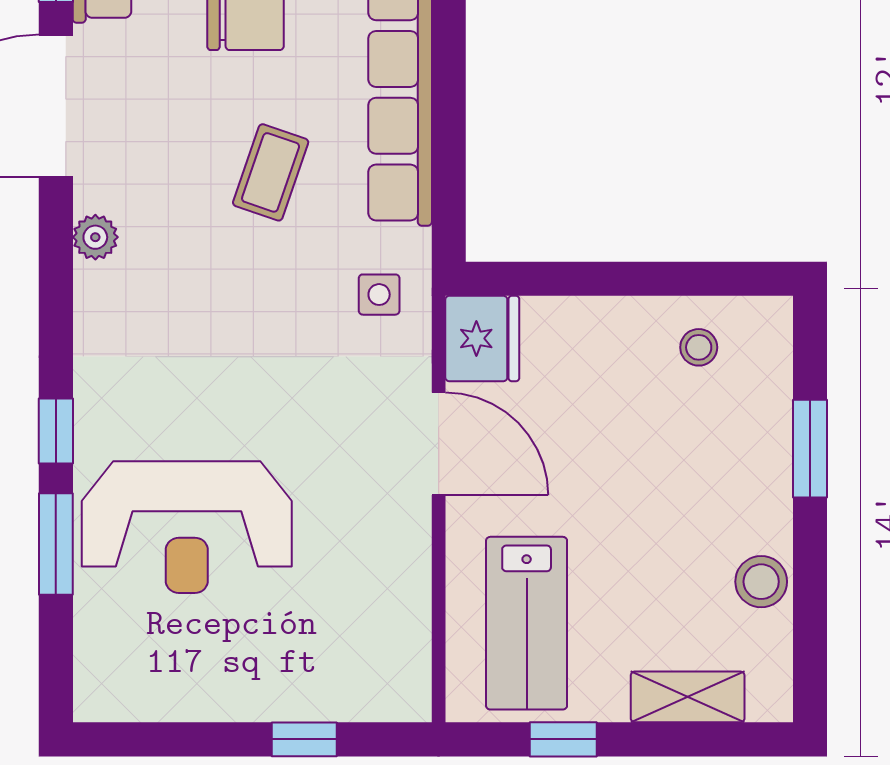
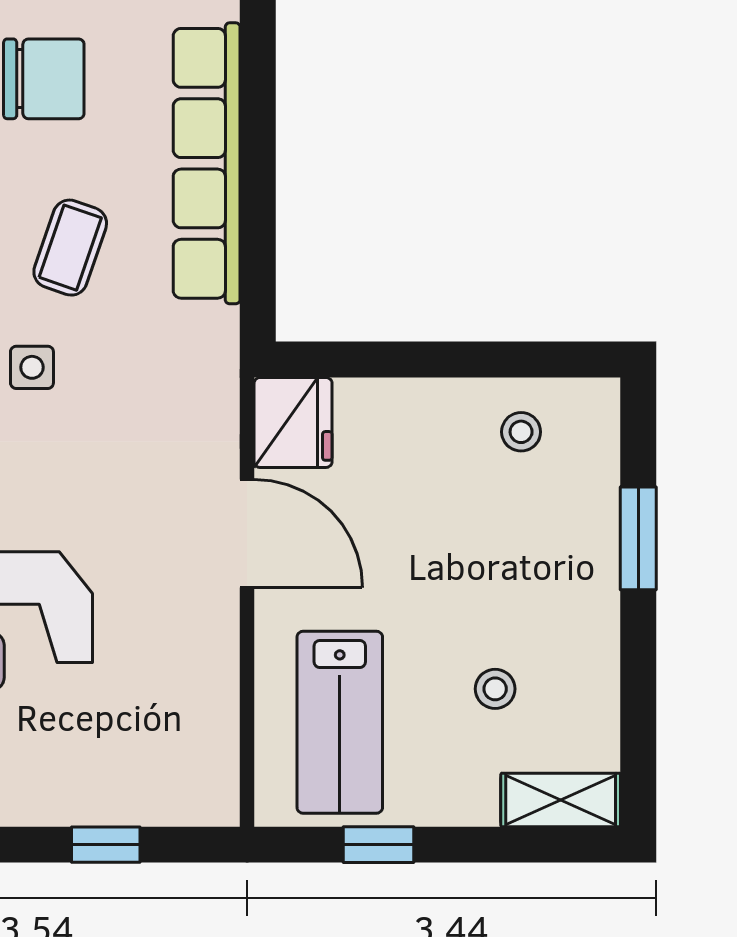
side table: (379, 295) -> (32, 367), moved
stool: (761, 582) -> (495, 689), moved, width x0.73, depth x0.73
shelving: (688, 697) -> (561, 800), moved

